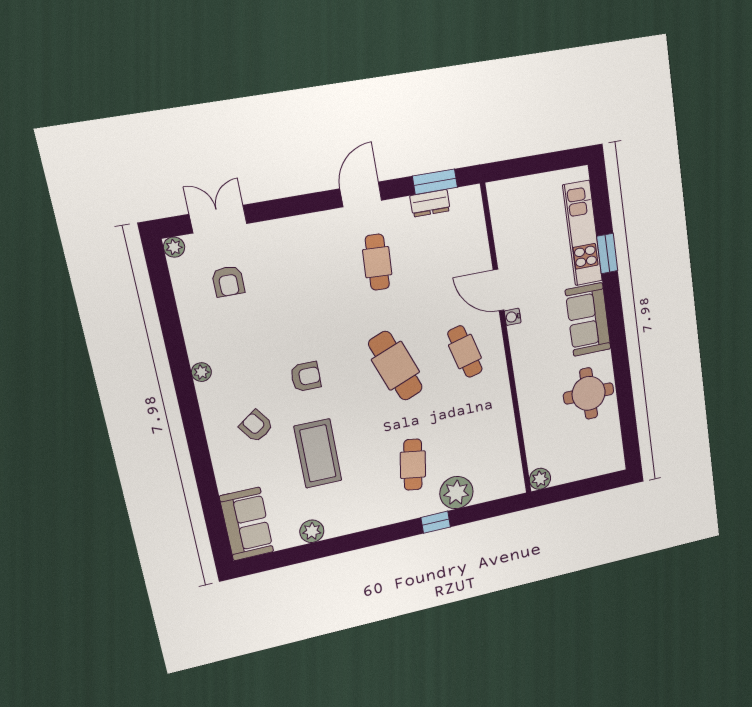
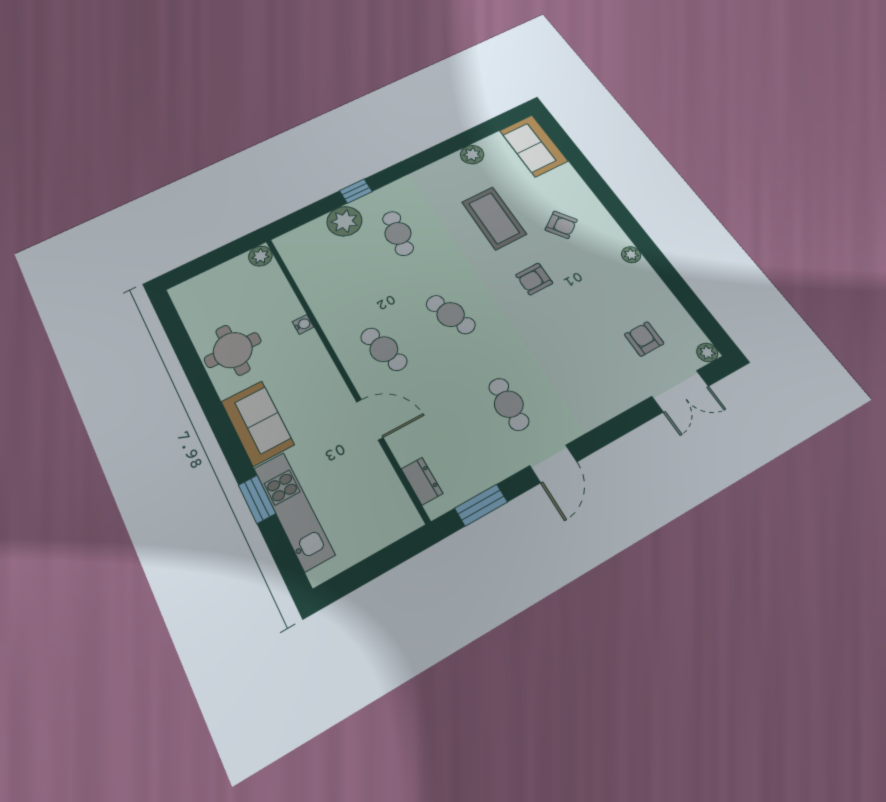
dresser: (430, 203) -> (422, 481), moved, turned 90
water cooler: (513, 317) -> (303, 324), moved
cafe table: (395, 366) -> (451, 315), width x0.73, depth x0.74

